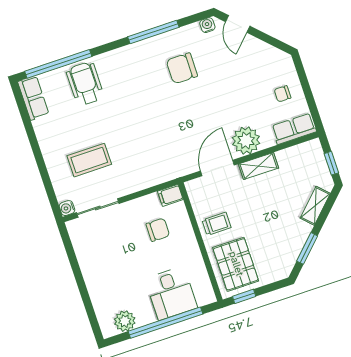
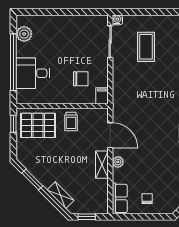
plant: (246, 141) -> (118, 162), width x0.53, depth x0.53
chair: (158, 230) -> (81, 79), turned -90

